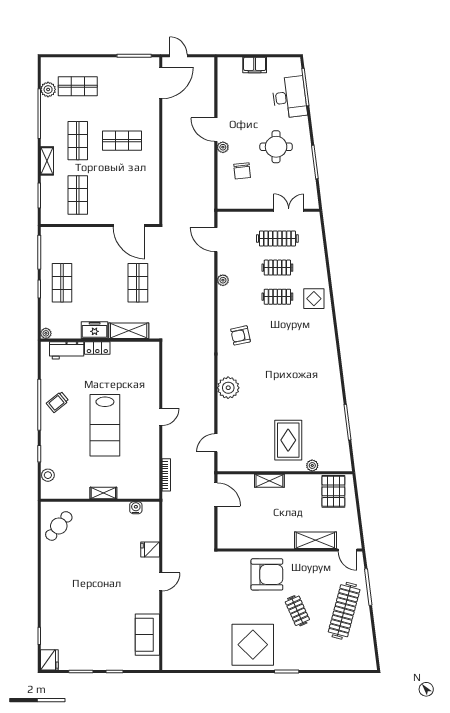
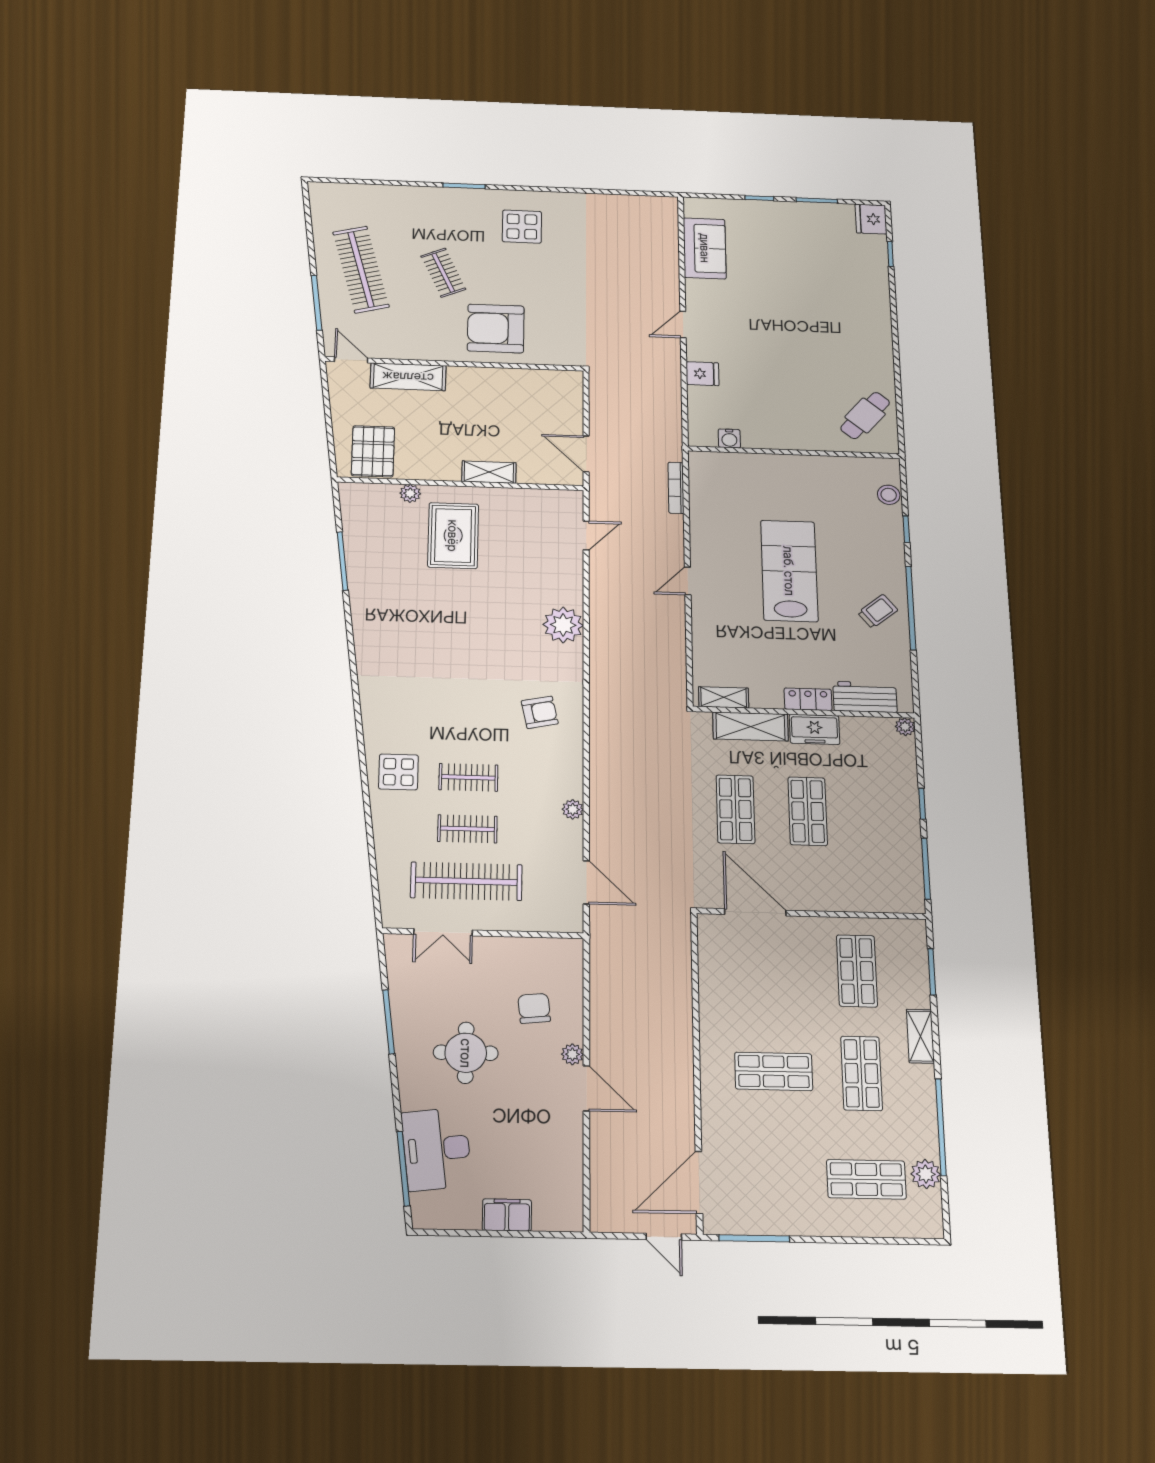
clothes rail: (277, 238) -> (466, 881), width x1.37, depth x1.31
shop shelf: (62, 283) -> (808, 811), moved
shelving: (103, 493) -> (724, 697), moved
clothes rail: (344, 611) -> (361, 269), turned -30
display table: (253, 645) -> (522, 227), width x0.54, depth x0.54

